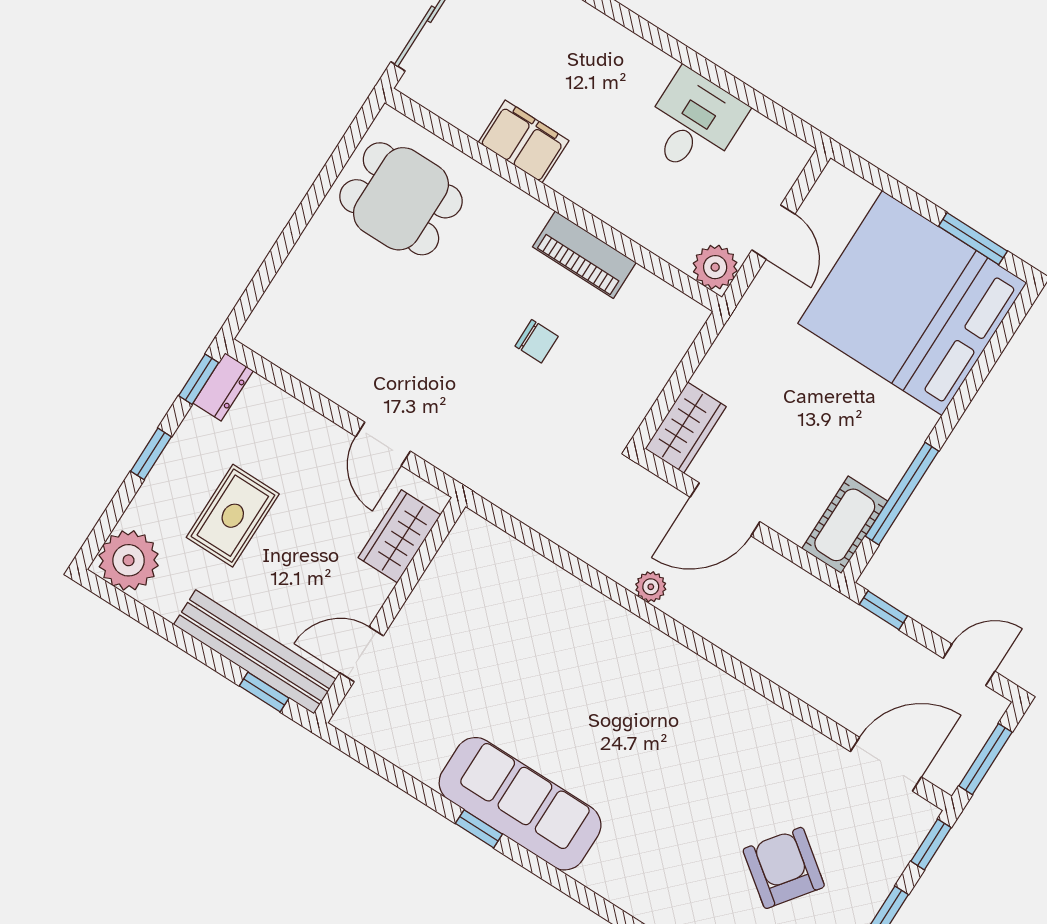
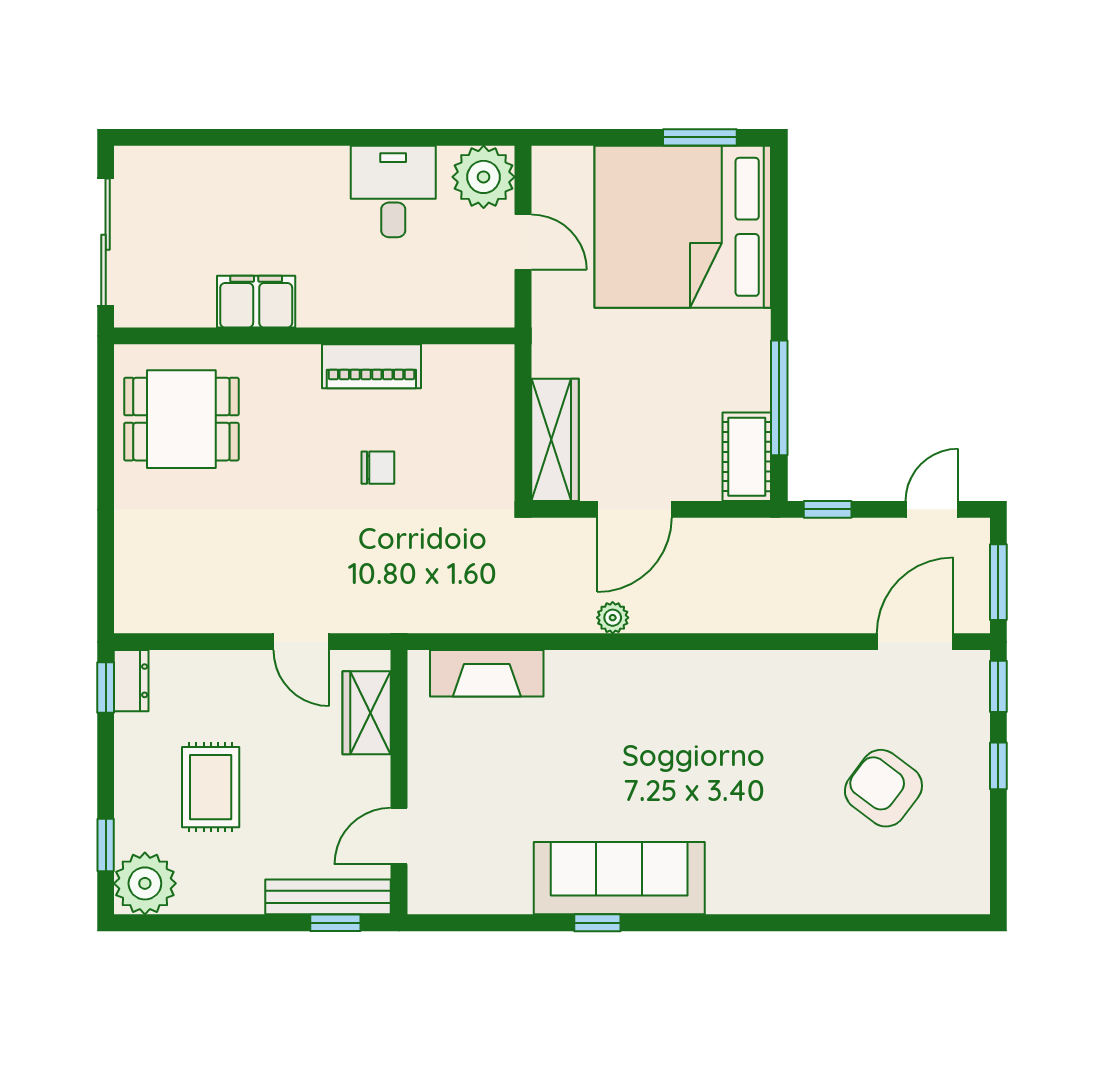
plant: (715, 267) -> (484, 177), moved, width x1.36, depth x1.36
wardrobe: (686, 428) -> (555, 440), width x1.50
window: (151, 454) -> (106, 845), moved
fireplace: (519, 567) -> (487, 673), added
bench: (255, 652) -> (328, 897), width x0.73, depth x0.82

